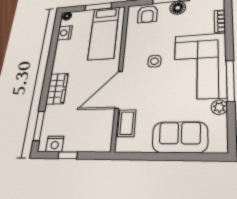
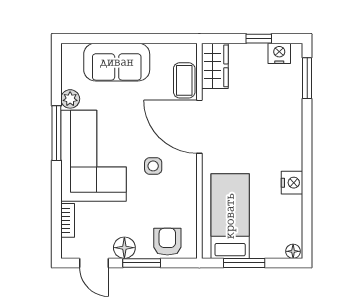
nightstand: (65, 33) -> (292, 183), moved
wardrobe: (57, 89) -> (215, 66), moved, turned 180
door: (119, 90) -> (199, 127), swing flipped

